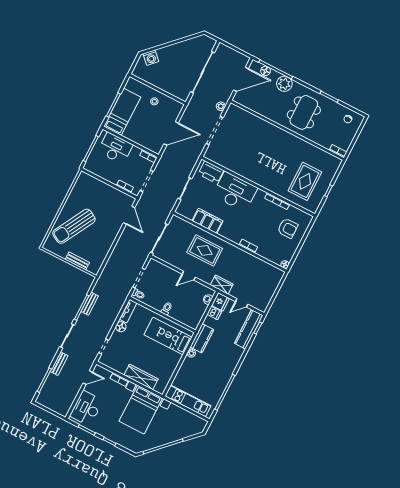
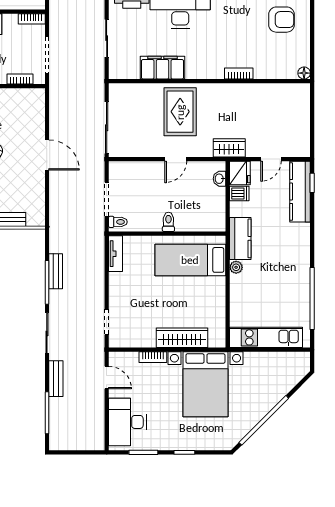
door: (129, 215) -> (47, 155), moved
rug: (205, 250) -> (180, 112), turned 90
floor lamp: (121, 327) -> (117, 281), removed
door: (88, 378) -> (107, 378), hinge flipped

